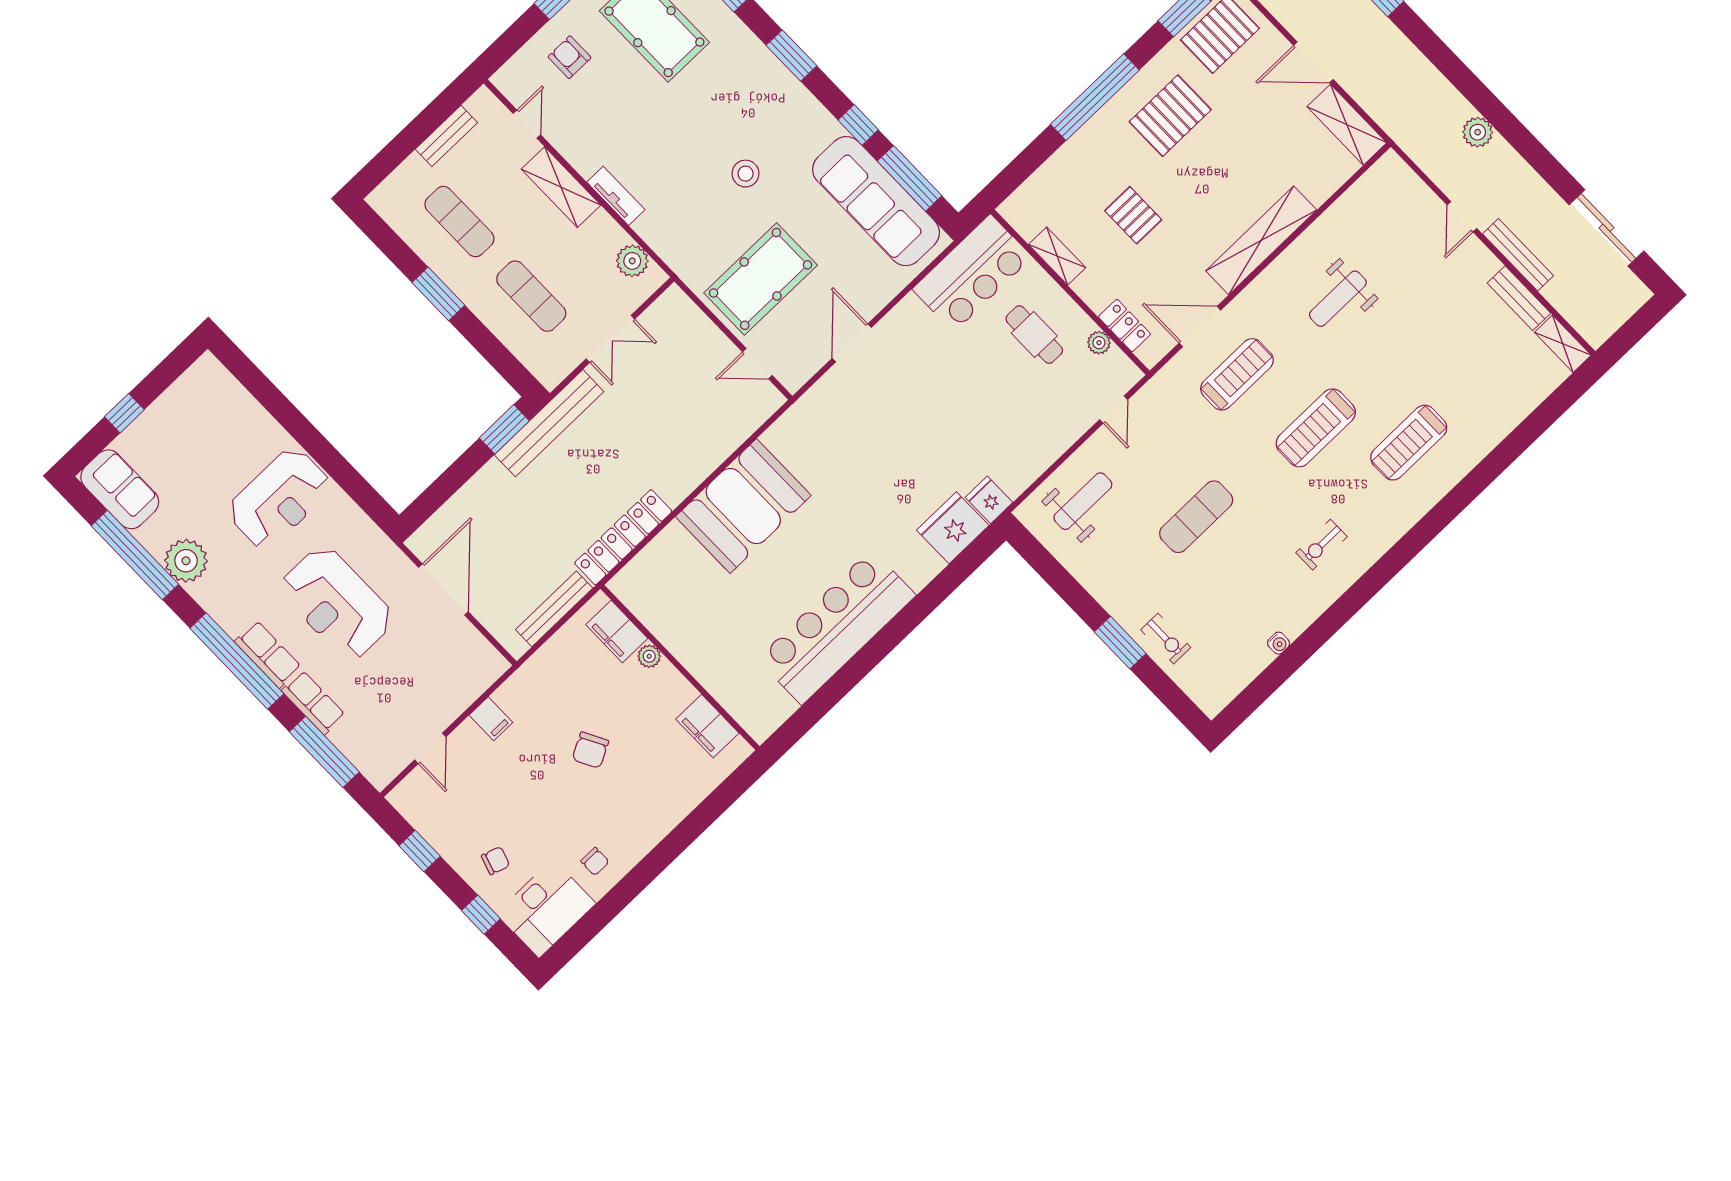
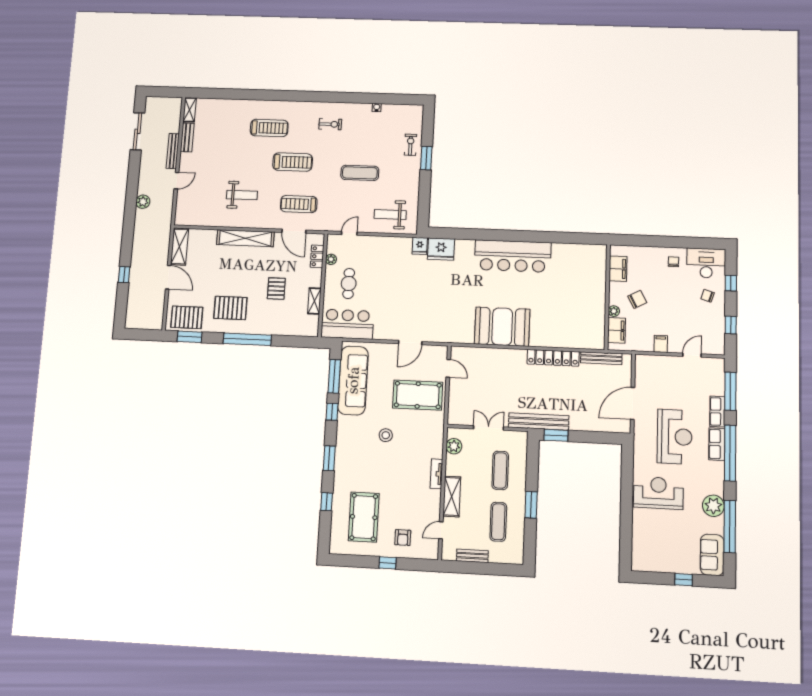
filing cabinet: (617, 632) -> (616, 330), moved
plant: (649, 656) -> (614, 311), moved
wall: (680, 668) -> (607, 297), moved
filing cabinet: (707, 726) -> (618, 269), moved

